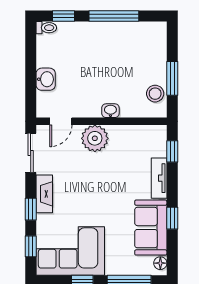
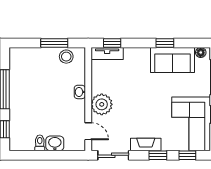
toilet: (46, 28) -> (40, 143), moved
tv unit: (159, 178) -> (107, 53), moved

